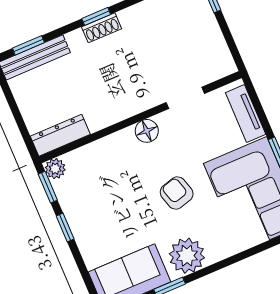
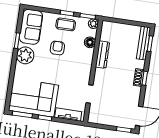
floor lamp: (147, 131) -> (90, 42), moved
dresser: (60, 135) -> (102, 55), moved
armchair: (177, 193) -> (57, 48), moved, turned -74
coffee table: (87, 217) -> (66, 24), added

